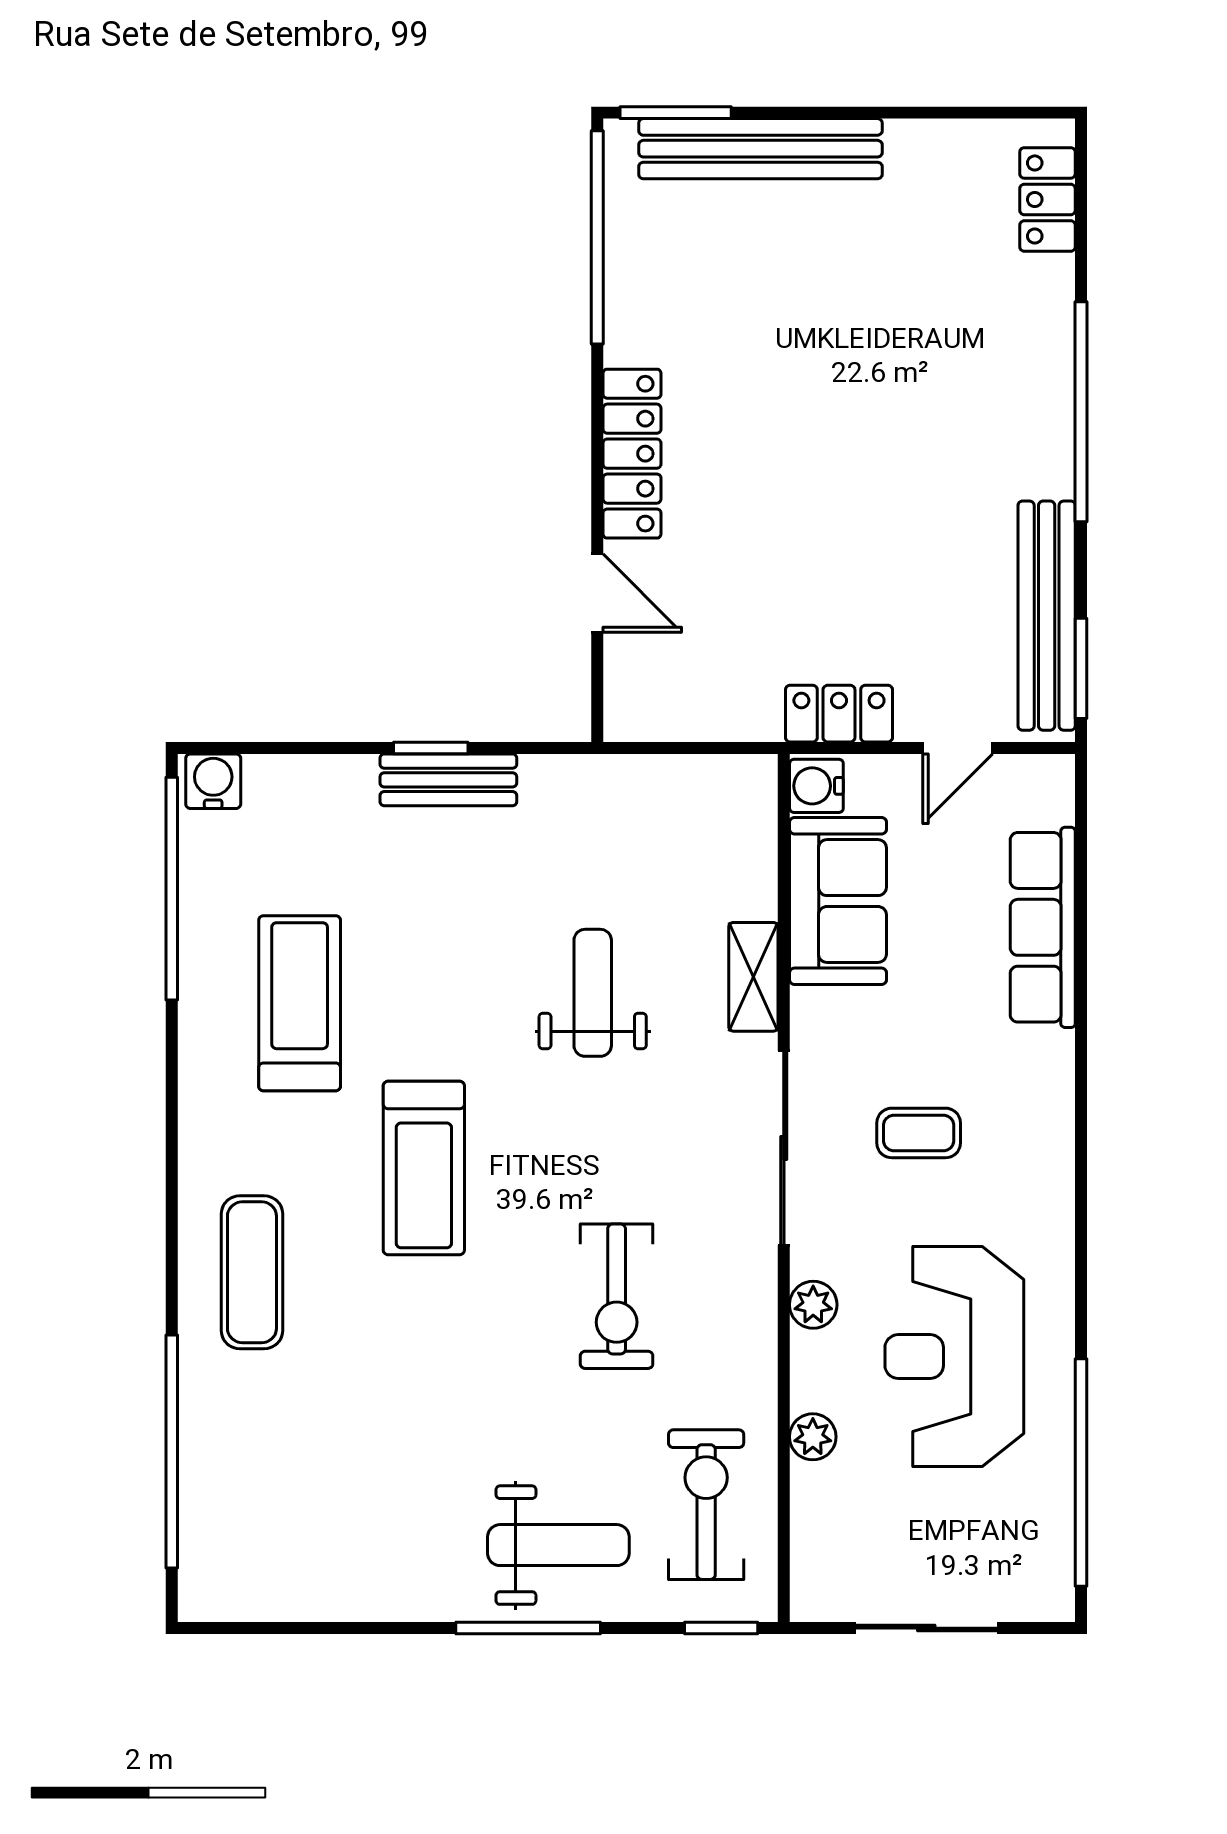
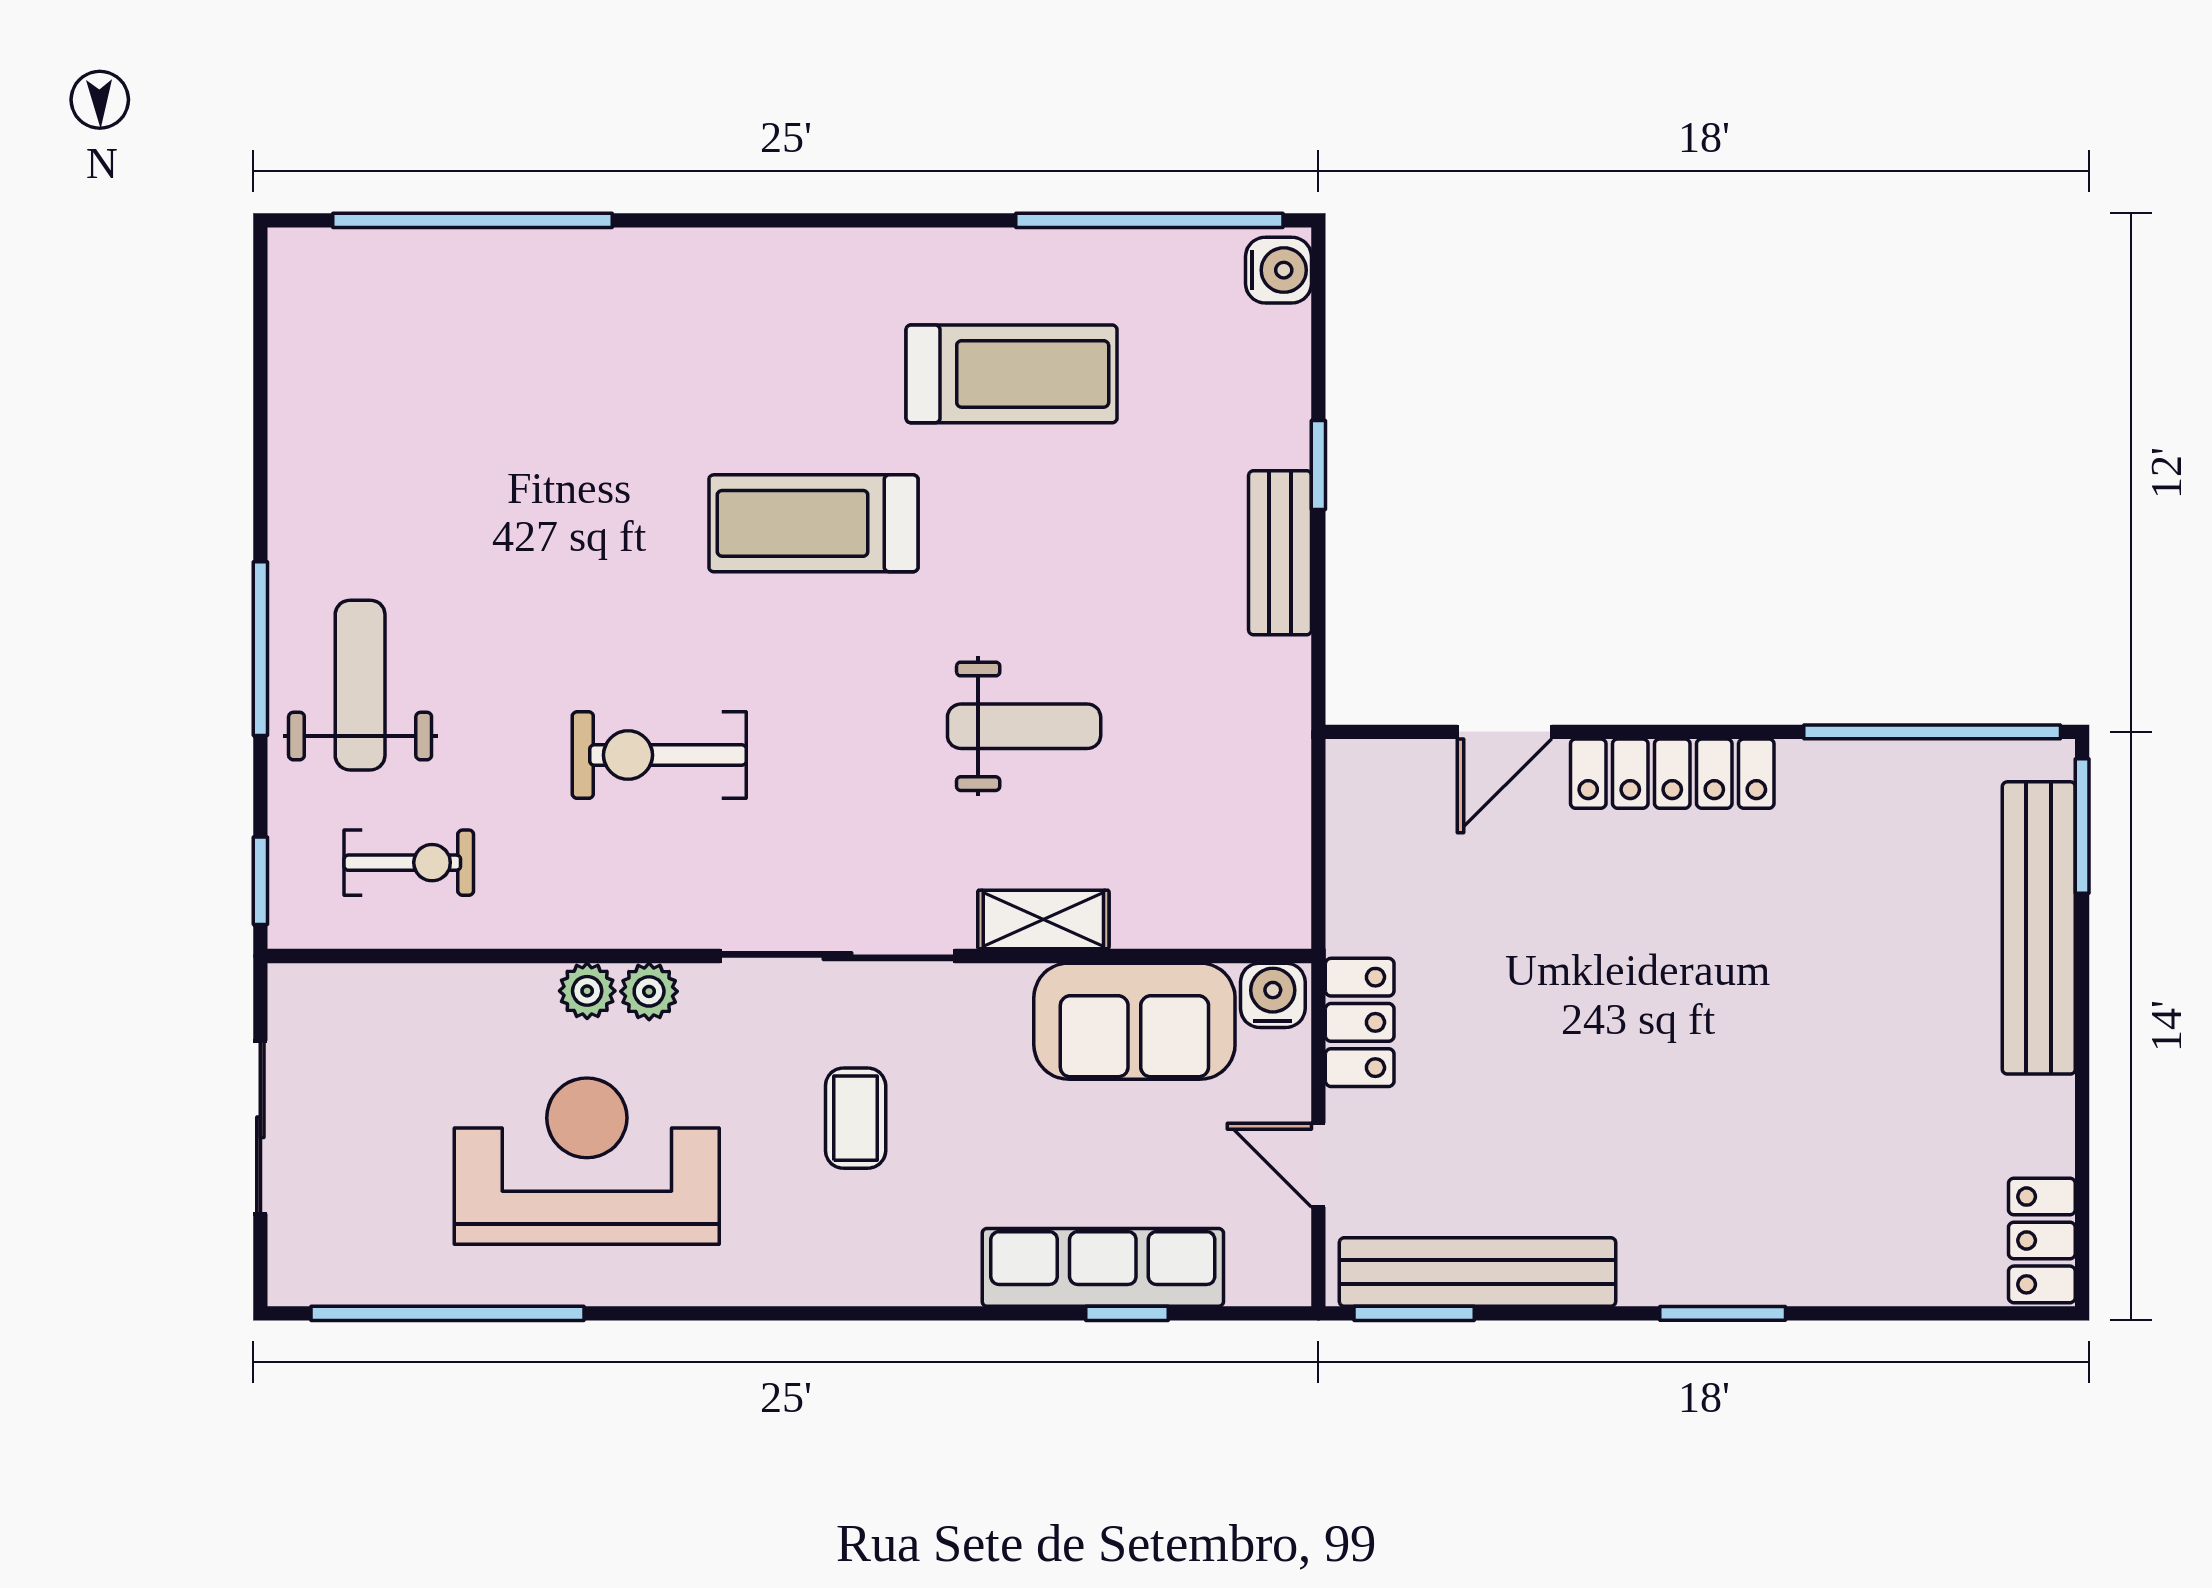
locker: (1047, 199) -> (2042, 1240), moved, turned -90
window: (1081, 412) -> (1723, 1313), width x0.47
window: (431, 748) -> (1318, 465), moved
window: (1081, 907) -> (1127, 1313), added
exercise mat: (252, 1272) -> (688, 317), removed
plant: (813, 1437) -> (587, 991), moved
exercise bike: (706, 1505) -> (409, 863), width x0.73, depth x0.72
weight bench: (558, 1545) -> (360, 685), turned 180

